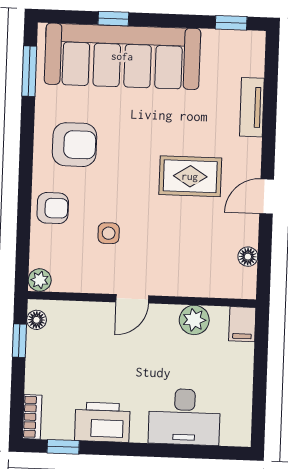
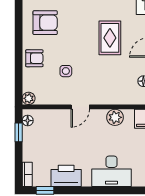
rug: (190, 176) -> (110, 38), turned 90

